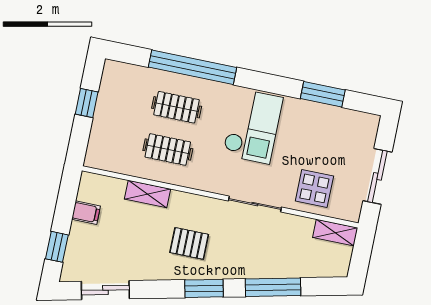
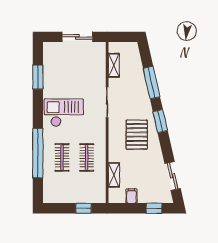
window: (87, 103) -> (83, 208), moved
display table: (314, 188) -> (91, 71), removed
shelving: (147, 194) -> (114, 175), moved
shelving: (335, 233) -> (114, 65), moved
pallet: (189, 243) -> (137, 135), width x1.50, depth x1.42

